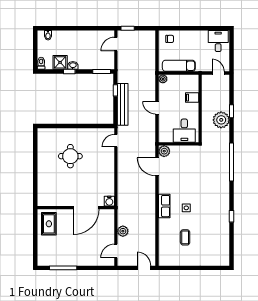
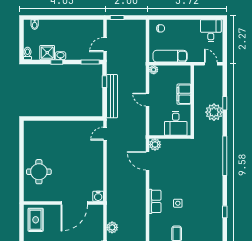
door: (116, 44) -> (105, 45), moved
filing cabinet: (192, 98) -> (184, 94), width x2.00
round table: (70, 156) -> (39, 172), moved

